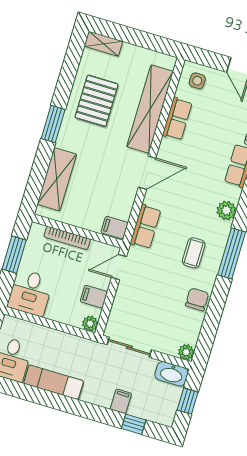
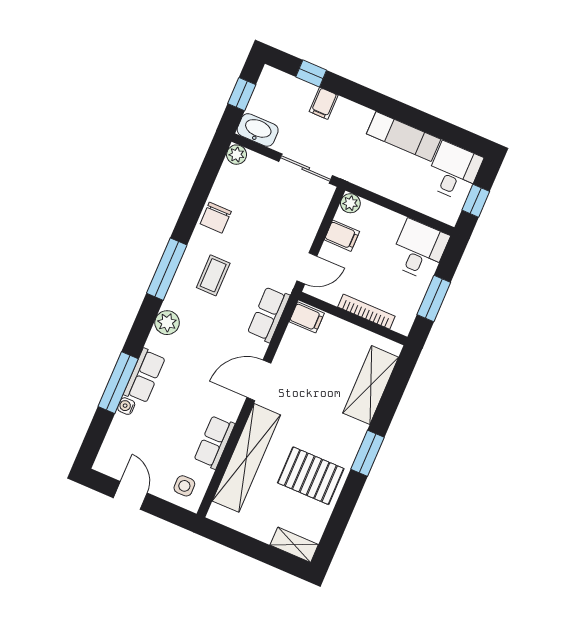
pallet: (97, 101) -> (311, 476), turned 90

